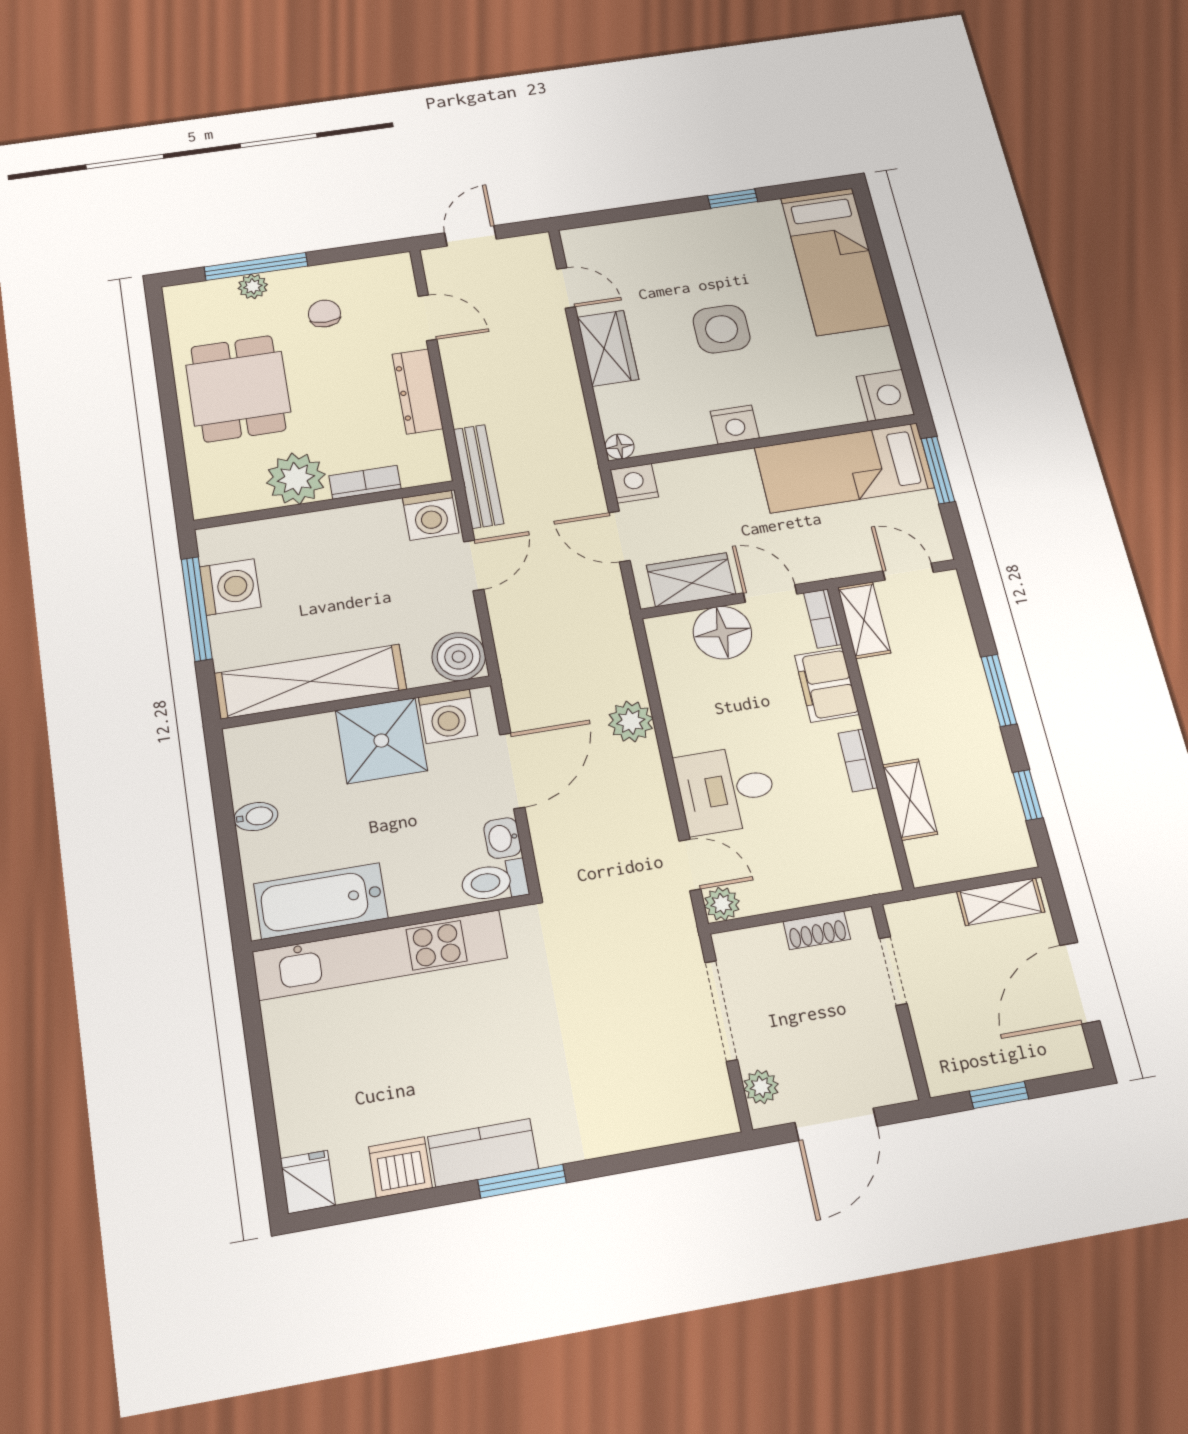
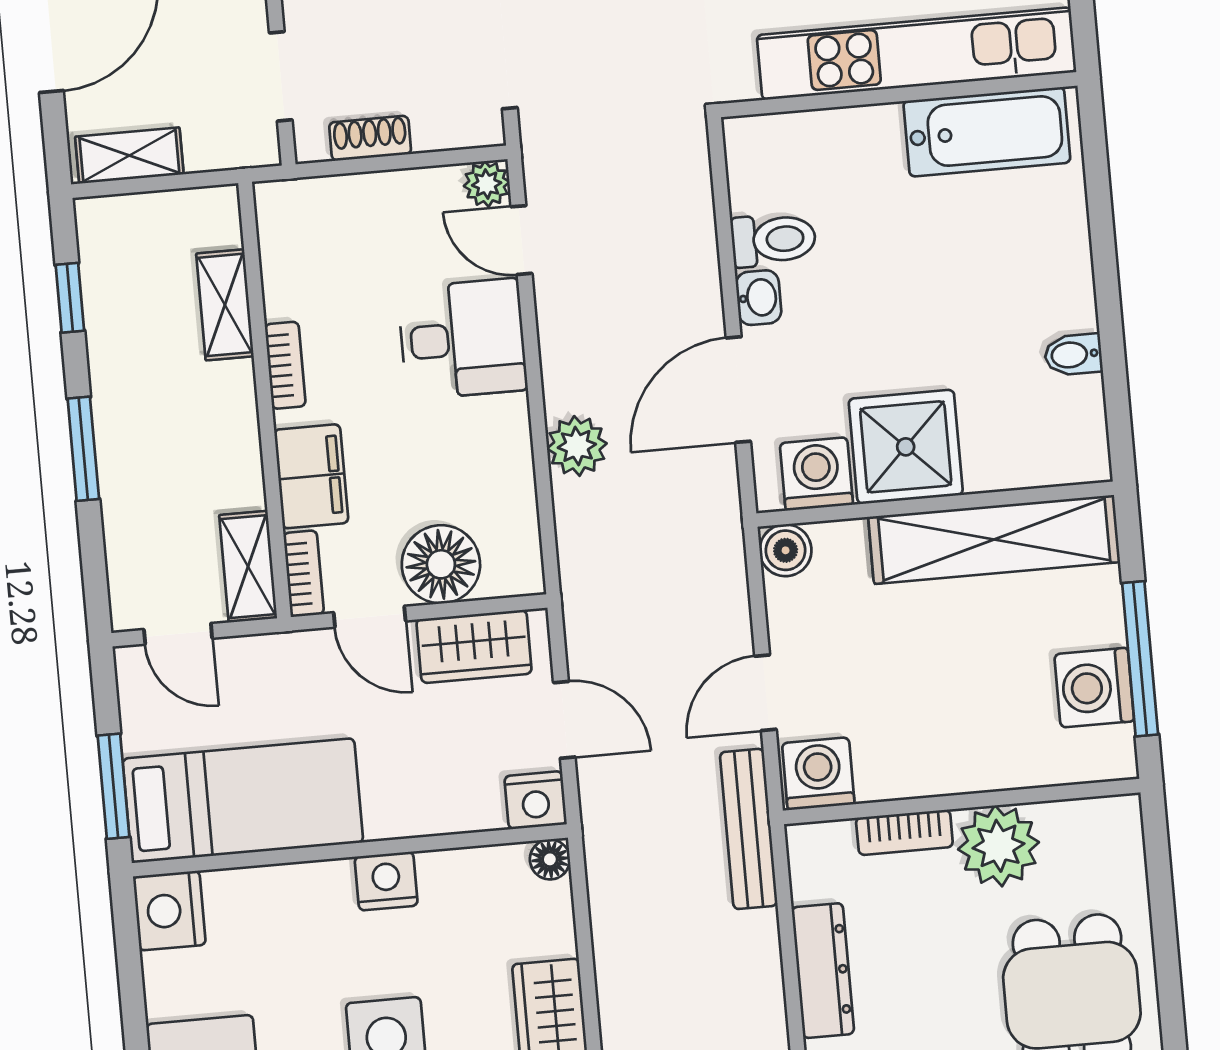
boiler: (459, 657) -> (786, 550), width x0.73, depth x0.73
bathtub: (321, 901) -> (987, 132), moved
wall: (392, 923) -> (899, 95), moved
kitchen unit: (380, 955) -> (916, 54), moved

